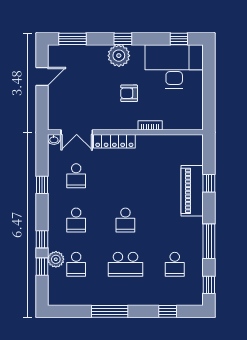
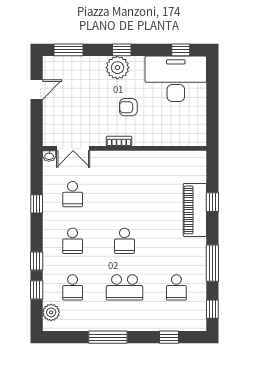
bookcase: (150, 125) -> (119, 141), moved
locker: (114, 141) -> (113, 158), removed
plant: (56, 259) -> (51, 312), moved

